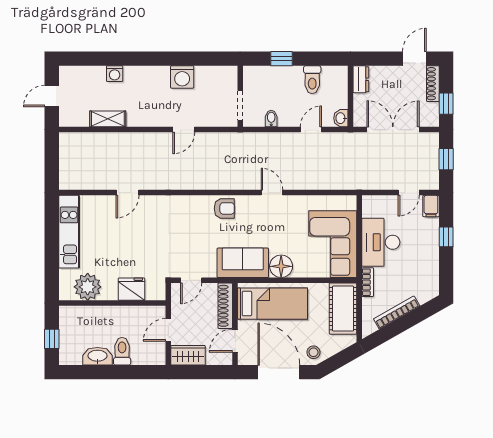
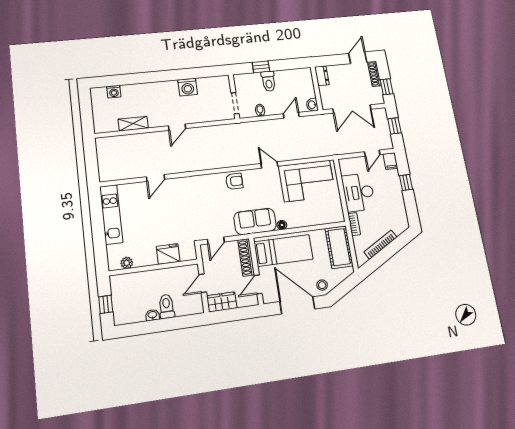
washing machine: (115, 74) -> (114, 92), moved
toilet: (312, 80) -> (269, 81), moved
door: (52, 96) -> (86, 111), removed
door: (184, 130) -> (177, 127), moved
double door: (393, 130) -> (352, 109), swing flipped
corner sofa: (333, 244) -> (307, 181), moved, turned -90
floor lamp: (281, 266) -> (282, 225), width x0.53, depth x0.53
plant: (88, 287) -> (127, 263), width x0.53, depth x0.53
washbasin: (97, 356) -> (152, 315), width x0.52, depth x0.69

